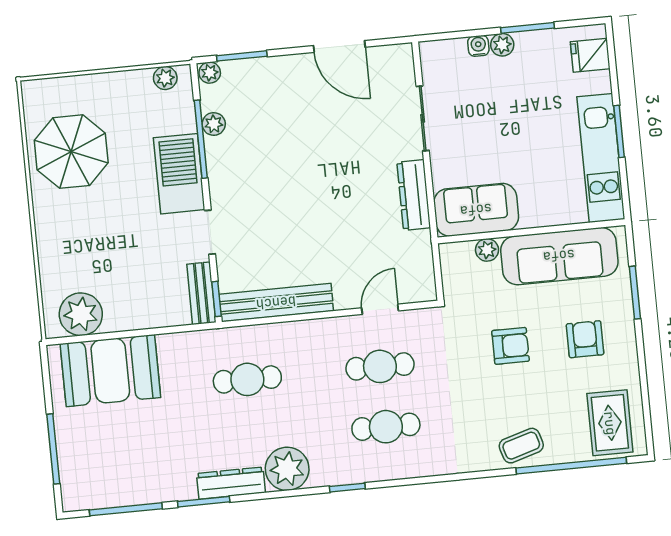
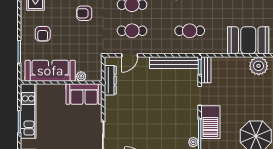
dresser: (414, 195) -> (110, 80), moved
armchair: (511, 346) -> (84, 13), moved

